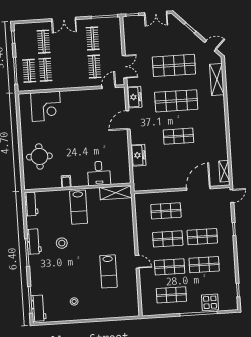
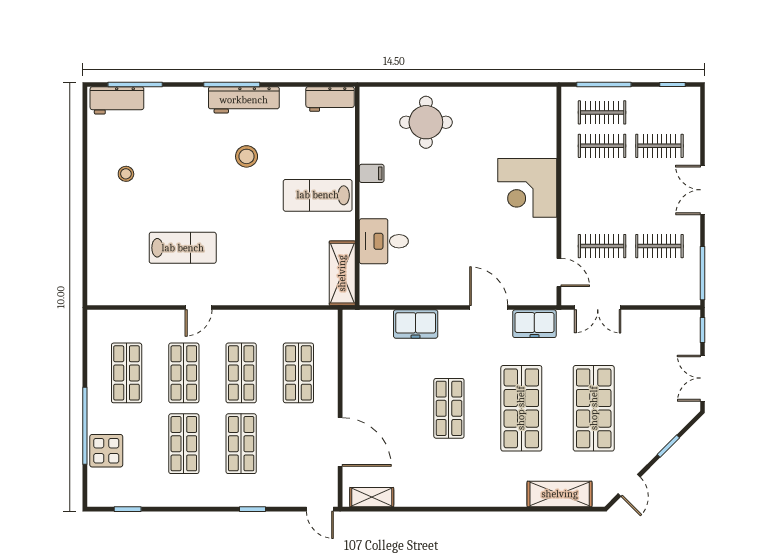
corner desk: (46, 106) -> (527, 188), moved
workbench: (34, 241) -> (244, 100), width x1.38
lab bench: (108, 271) -> (183, 248), turned 180

